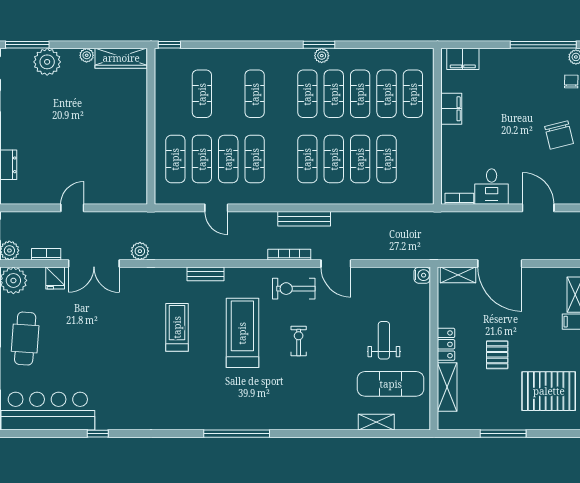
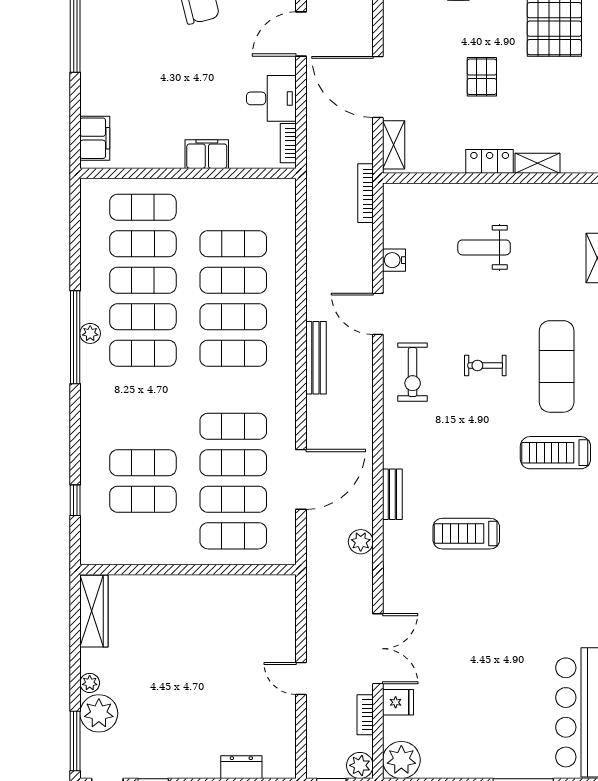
window: (169, 45) -> (75, 500), moved
window: (319, 45) -> (75, 337), width x2.11
plant: (87, 55) -> (90, 683), moved
exercise mat: (255, 94) -> (143, 463), moved
filing cabinet: (451, 109) -> (207, 154), moved
door: (216, 208) -> (301, 479), width x1.88
plant: (140, 251) -> (361, 542), moved
bookcase: (289, 255) -> (365, 193), moved
door: (336, 264) -> (378, 314), swing flipped
door: (500, 264) -> (378, 87), swing flipped
water cooler: (422, 275) -> (394, 260), moved, turned -90
treadmill: (242, 333) -> (555, 453), moved, width x0.73, depth x0.73
cafe table: (25, 339) -> (482, 744), removed
pallet: (497, 355) -> (482, 77), moved, turned 90
exercise mat: (391, 384) -> (557, 366), moved
shelving: (447, 387) -> (538, 163), width x0.67, depth x0.75

